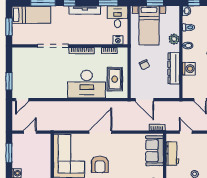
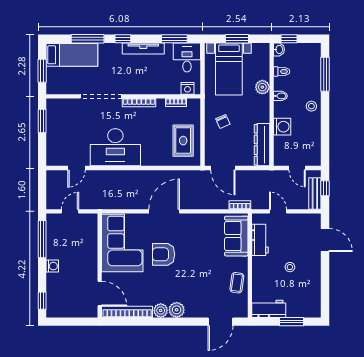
dresser: (174, 68) -> (262, 145), moved
window: (9, 81) -> (42, 121), moved
desk: (87, 84) -> (115, 147), moved
door: (22, 100) -> (76, 168), moved
window: (9, 153) -> (42, 239), width x1.44
armchair: (100, 164) -> (164, 254), turned 90

